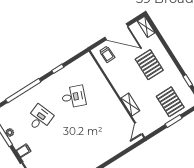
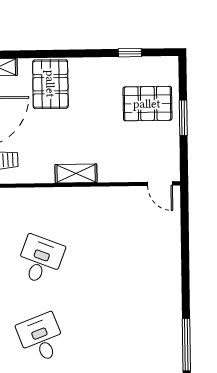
pallet: (149, 65) -> (50, 84), moved, turned 90
shelving: (130, 104) -> (76, 173), moved

